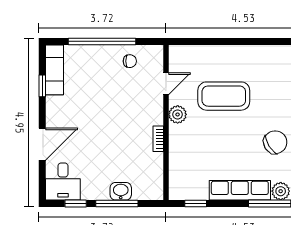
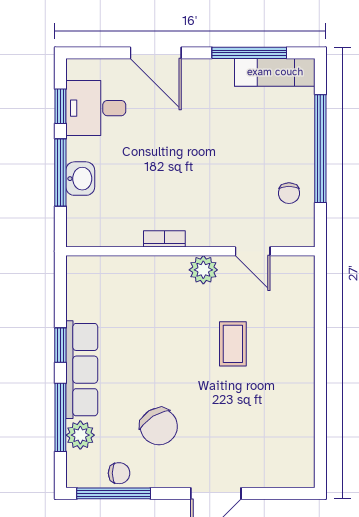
window: (42, 86) -> (249, 53), width x2.17
coffee table: (224, 96) -> (233, 344), width x0.54, depth x0.58
desk: (63, 182) -> (96, 108), moved
window: (196, 204) -> (60, 345), moved

